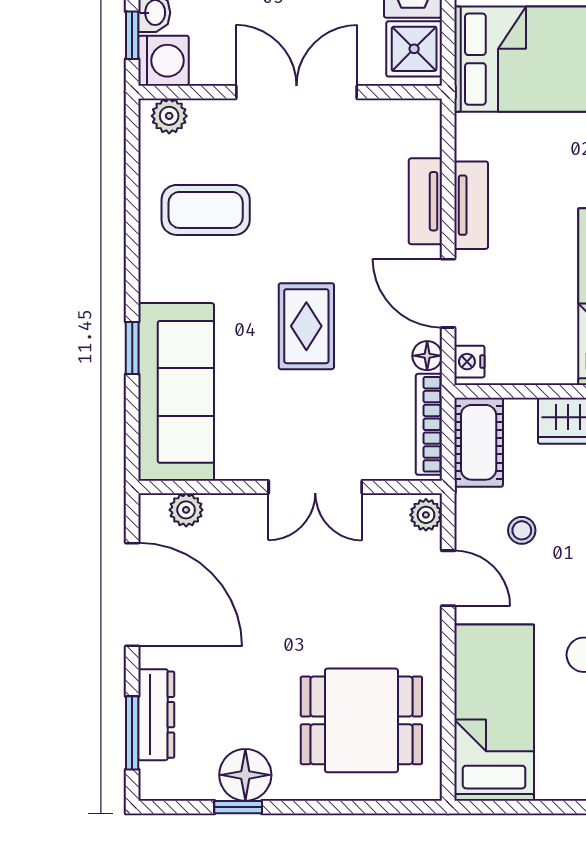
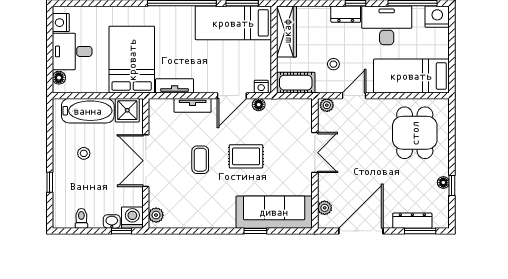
tv unit: (471, 205) -> (175, 86), moved
coffee table: (206, 210) -> (200, 160), moved, width x0.73, depth x0.77
bookcase: (429, 424) -> (288, 104), removed
floor lamp: (245, 775) -> (443, 182), width x0.53, depth x0.53

